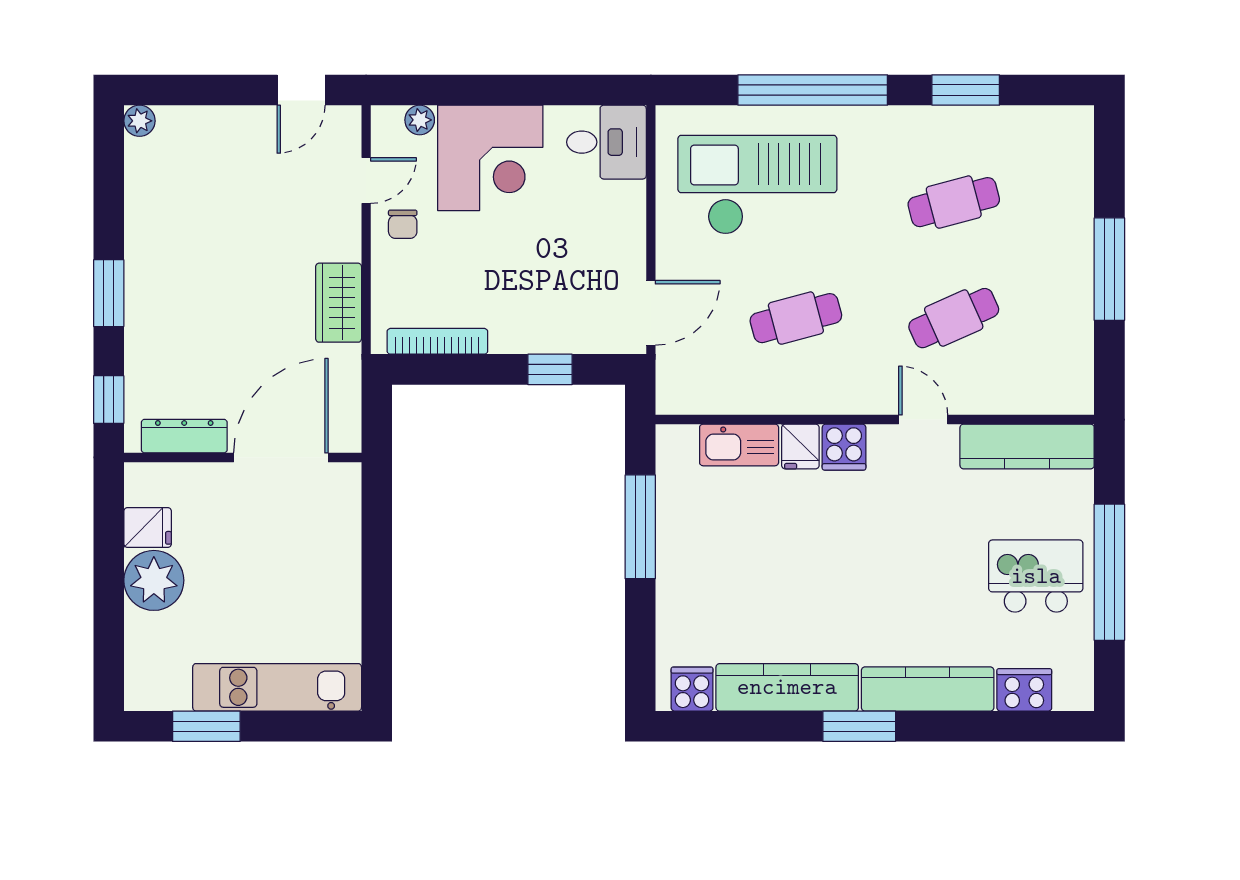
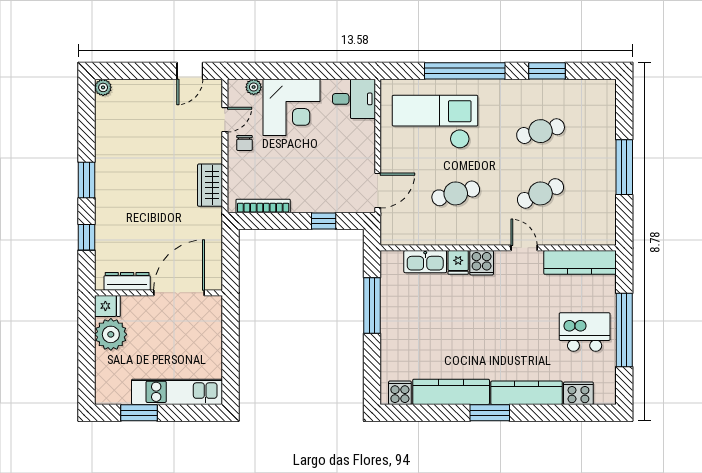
dresser: (184, 436) -> (127, 281), moved
wall: (243, 457) -> (159, 293), moved
door: (281, 457) -> (179, 293), moved

